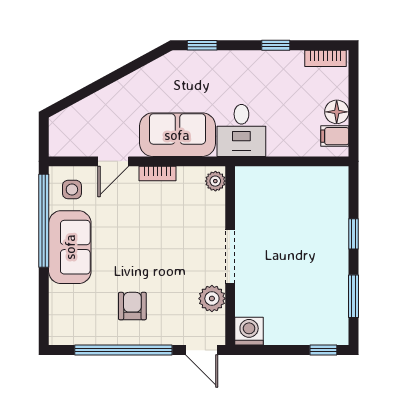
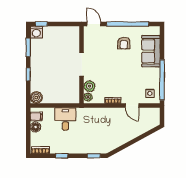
desk: (241, 130) -> (65, 119), moved
sofa: (177, 135) -> (104, 117), removed
door: (113, 161) -> (132, 106), swing flipped
boiler: (335, 180) -> (36, 98), added
sofa: (70, 247) -> (151, 51), moved
plant: (212, 299) -> (89, 86), moved
washing machine: (249, 331) -> (36, 32), moved

